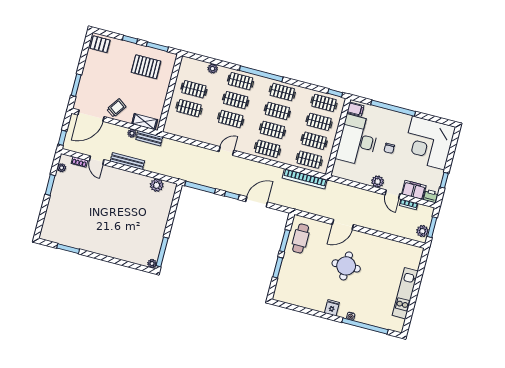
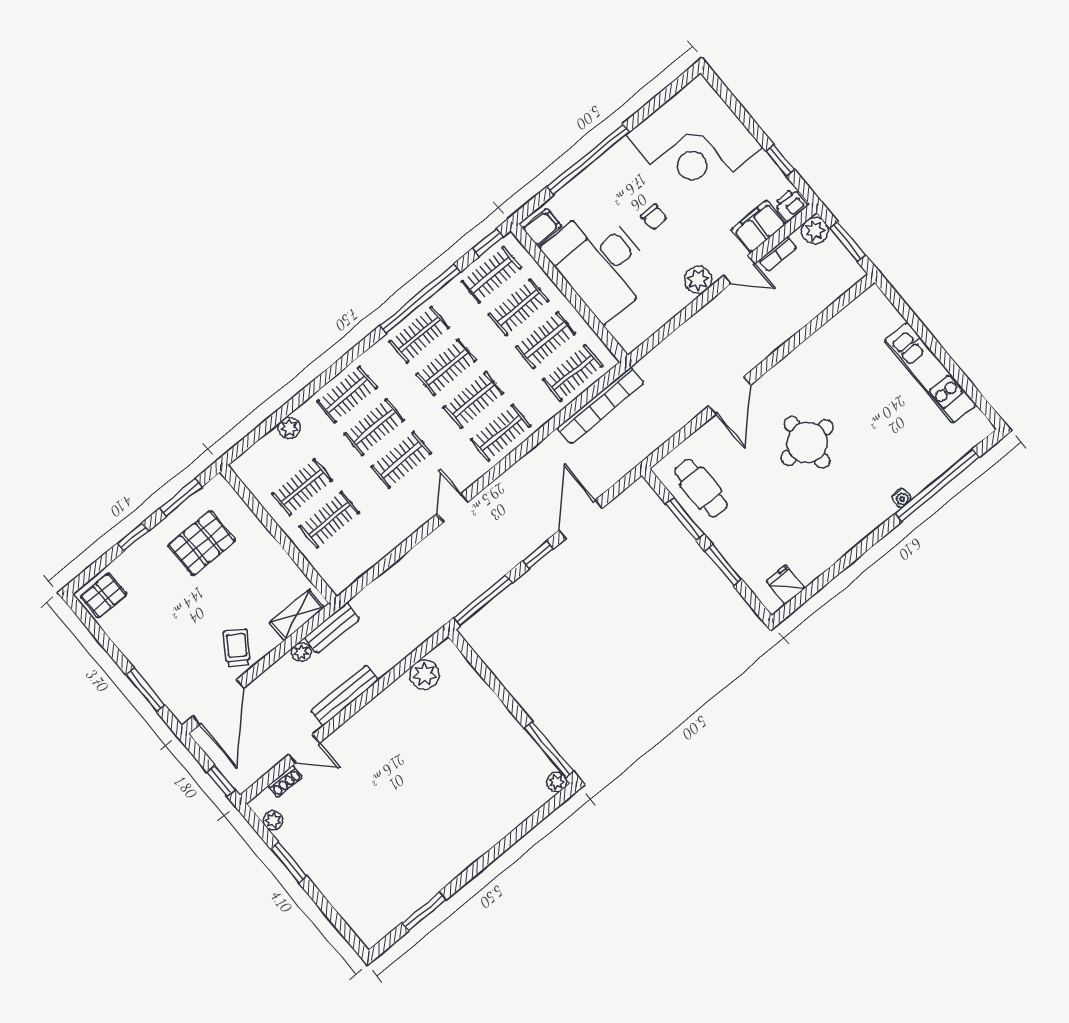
window: (261, 74) -> (420, 299), moved
plant: (422, 231) -> (815, 230), moved
fridge: (332, 308) -> (786, 585), moved

